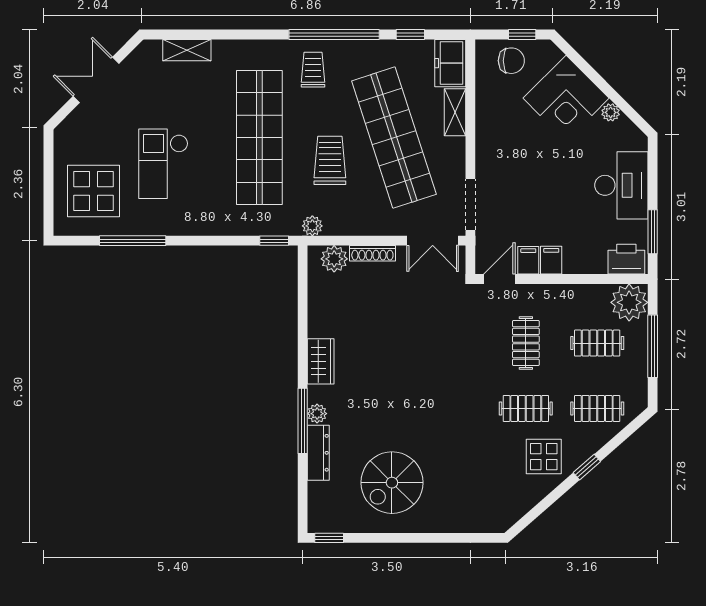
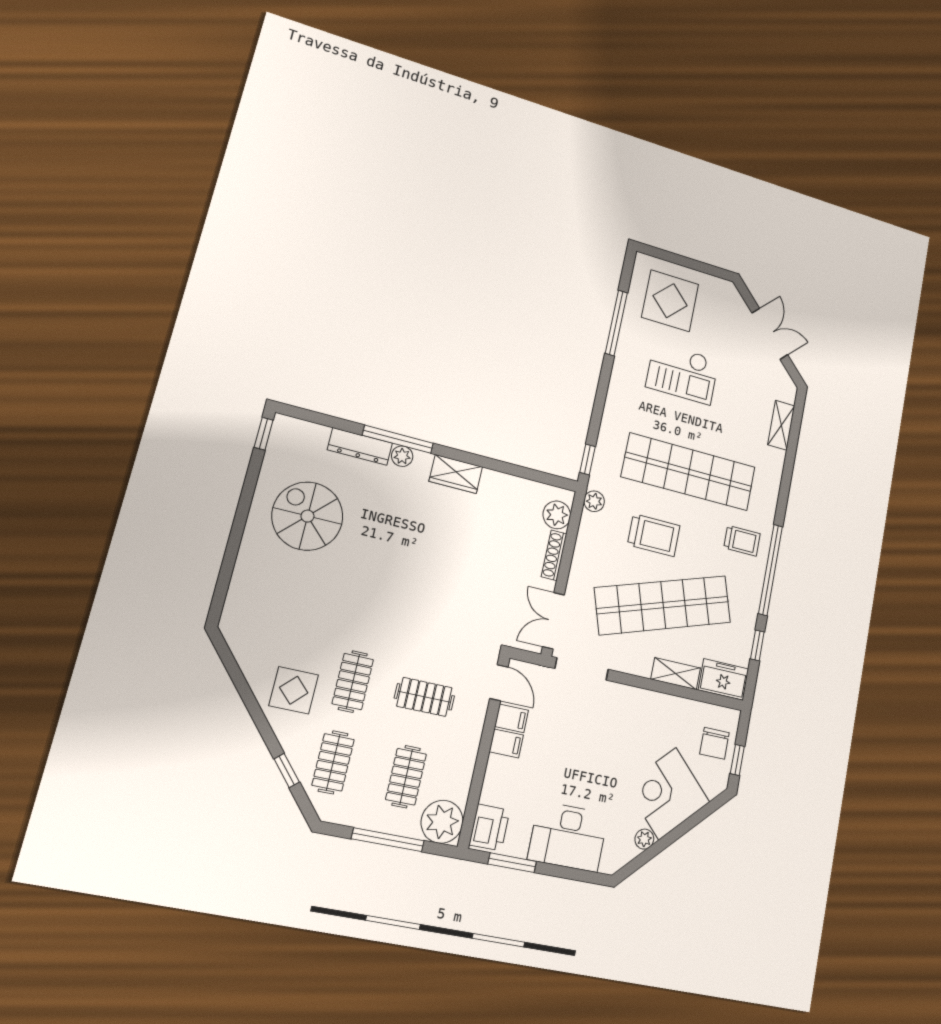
checkout: (163, 164) -> (682, 373), turned 180
window: (587, 467) -> (287, 771), moved

